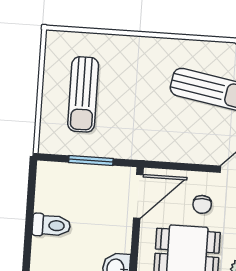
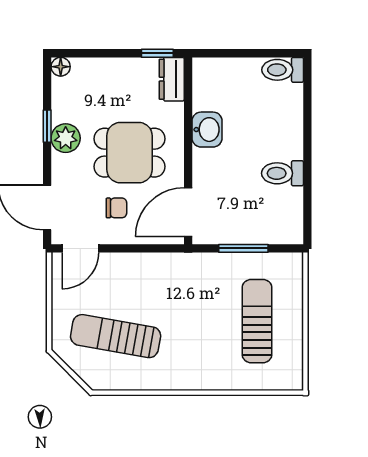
chair: (202, 204) -> (116, 208), turned 90

